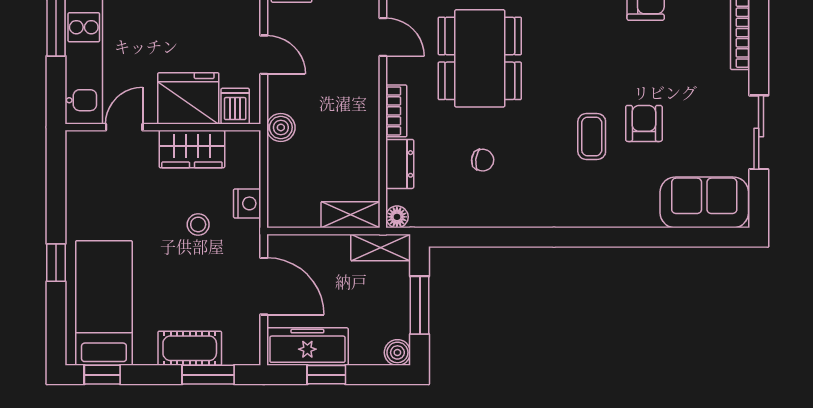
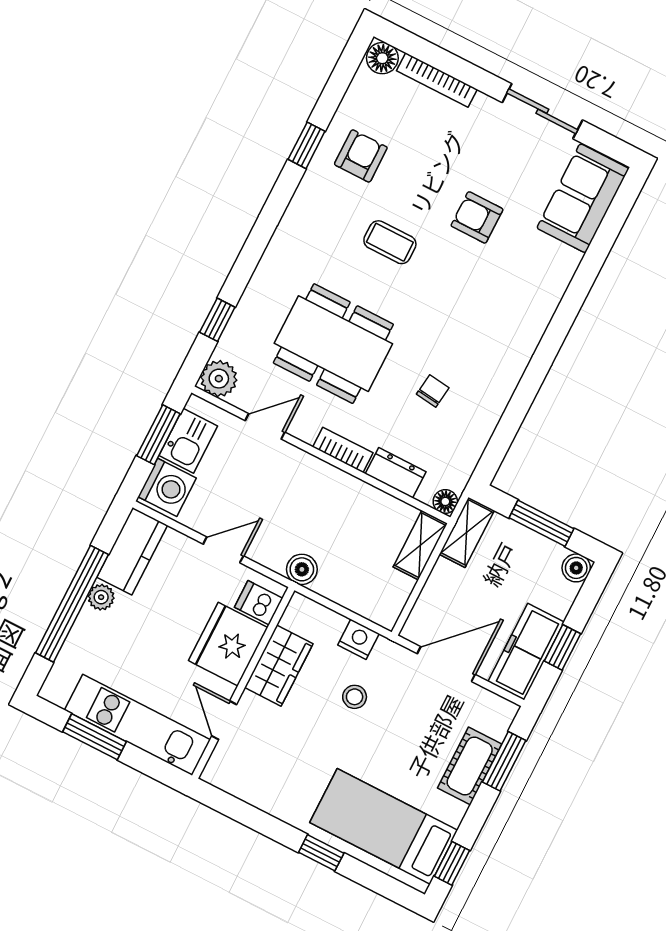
coffee table: (592, 137) -> (390, 242), moved

